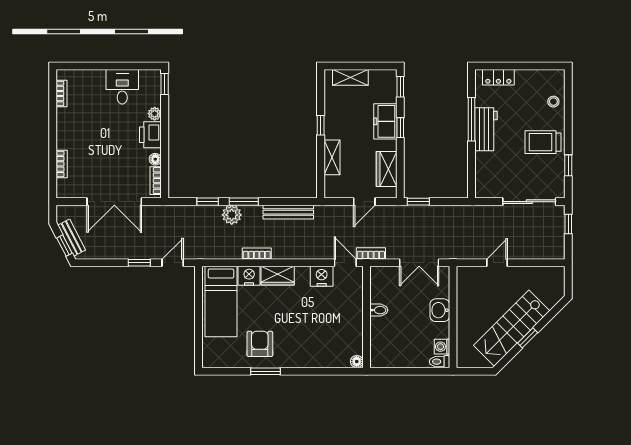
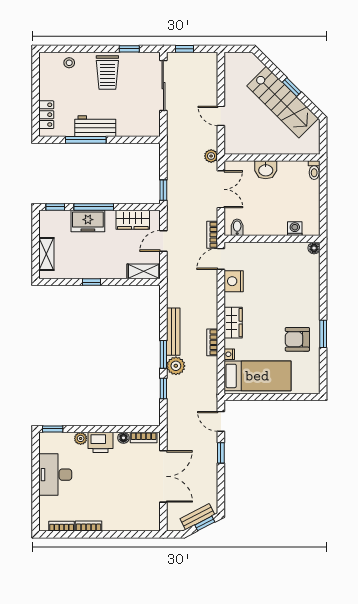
desk: (122, 87) -> (55, 475), width x1.37
window: (400, 128) -> (94, 207), width x2.17
shelving: (332, 157) -> (144, 271), moved
bookcase: (62, 164) -> (89, 526), moved
door: (364, 202) -> (163, 241), swing flipped
bench: (288, 212) -> (173, 332), moved
plant: (454, 252) -> (211, 156), added
nightstand: (249, 276) -> (229, 354), width x0.53, depth x0.56
bidet: (379, 310) -> (237, 227), moved
washing machine: (442, 347) -> (295, 229), moved, turned 180

